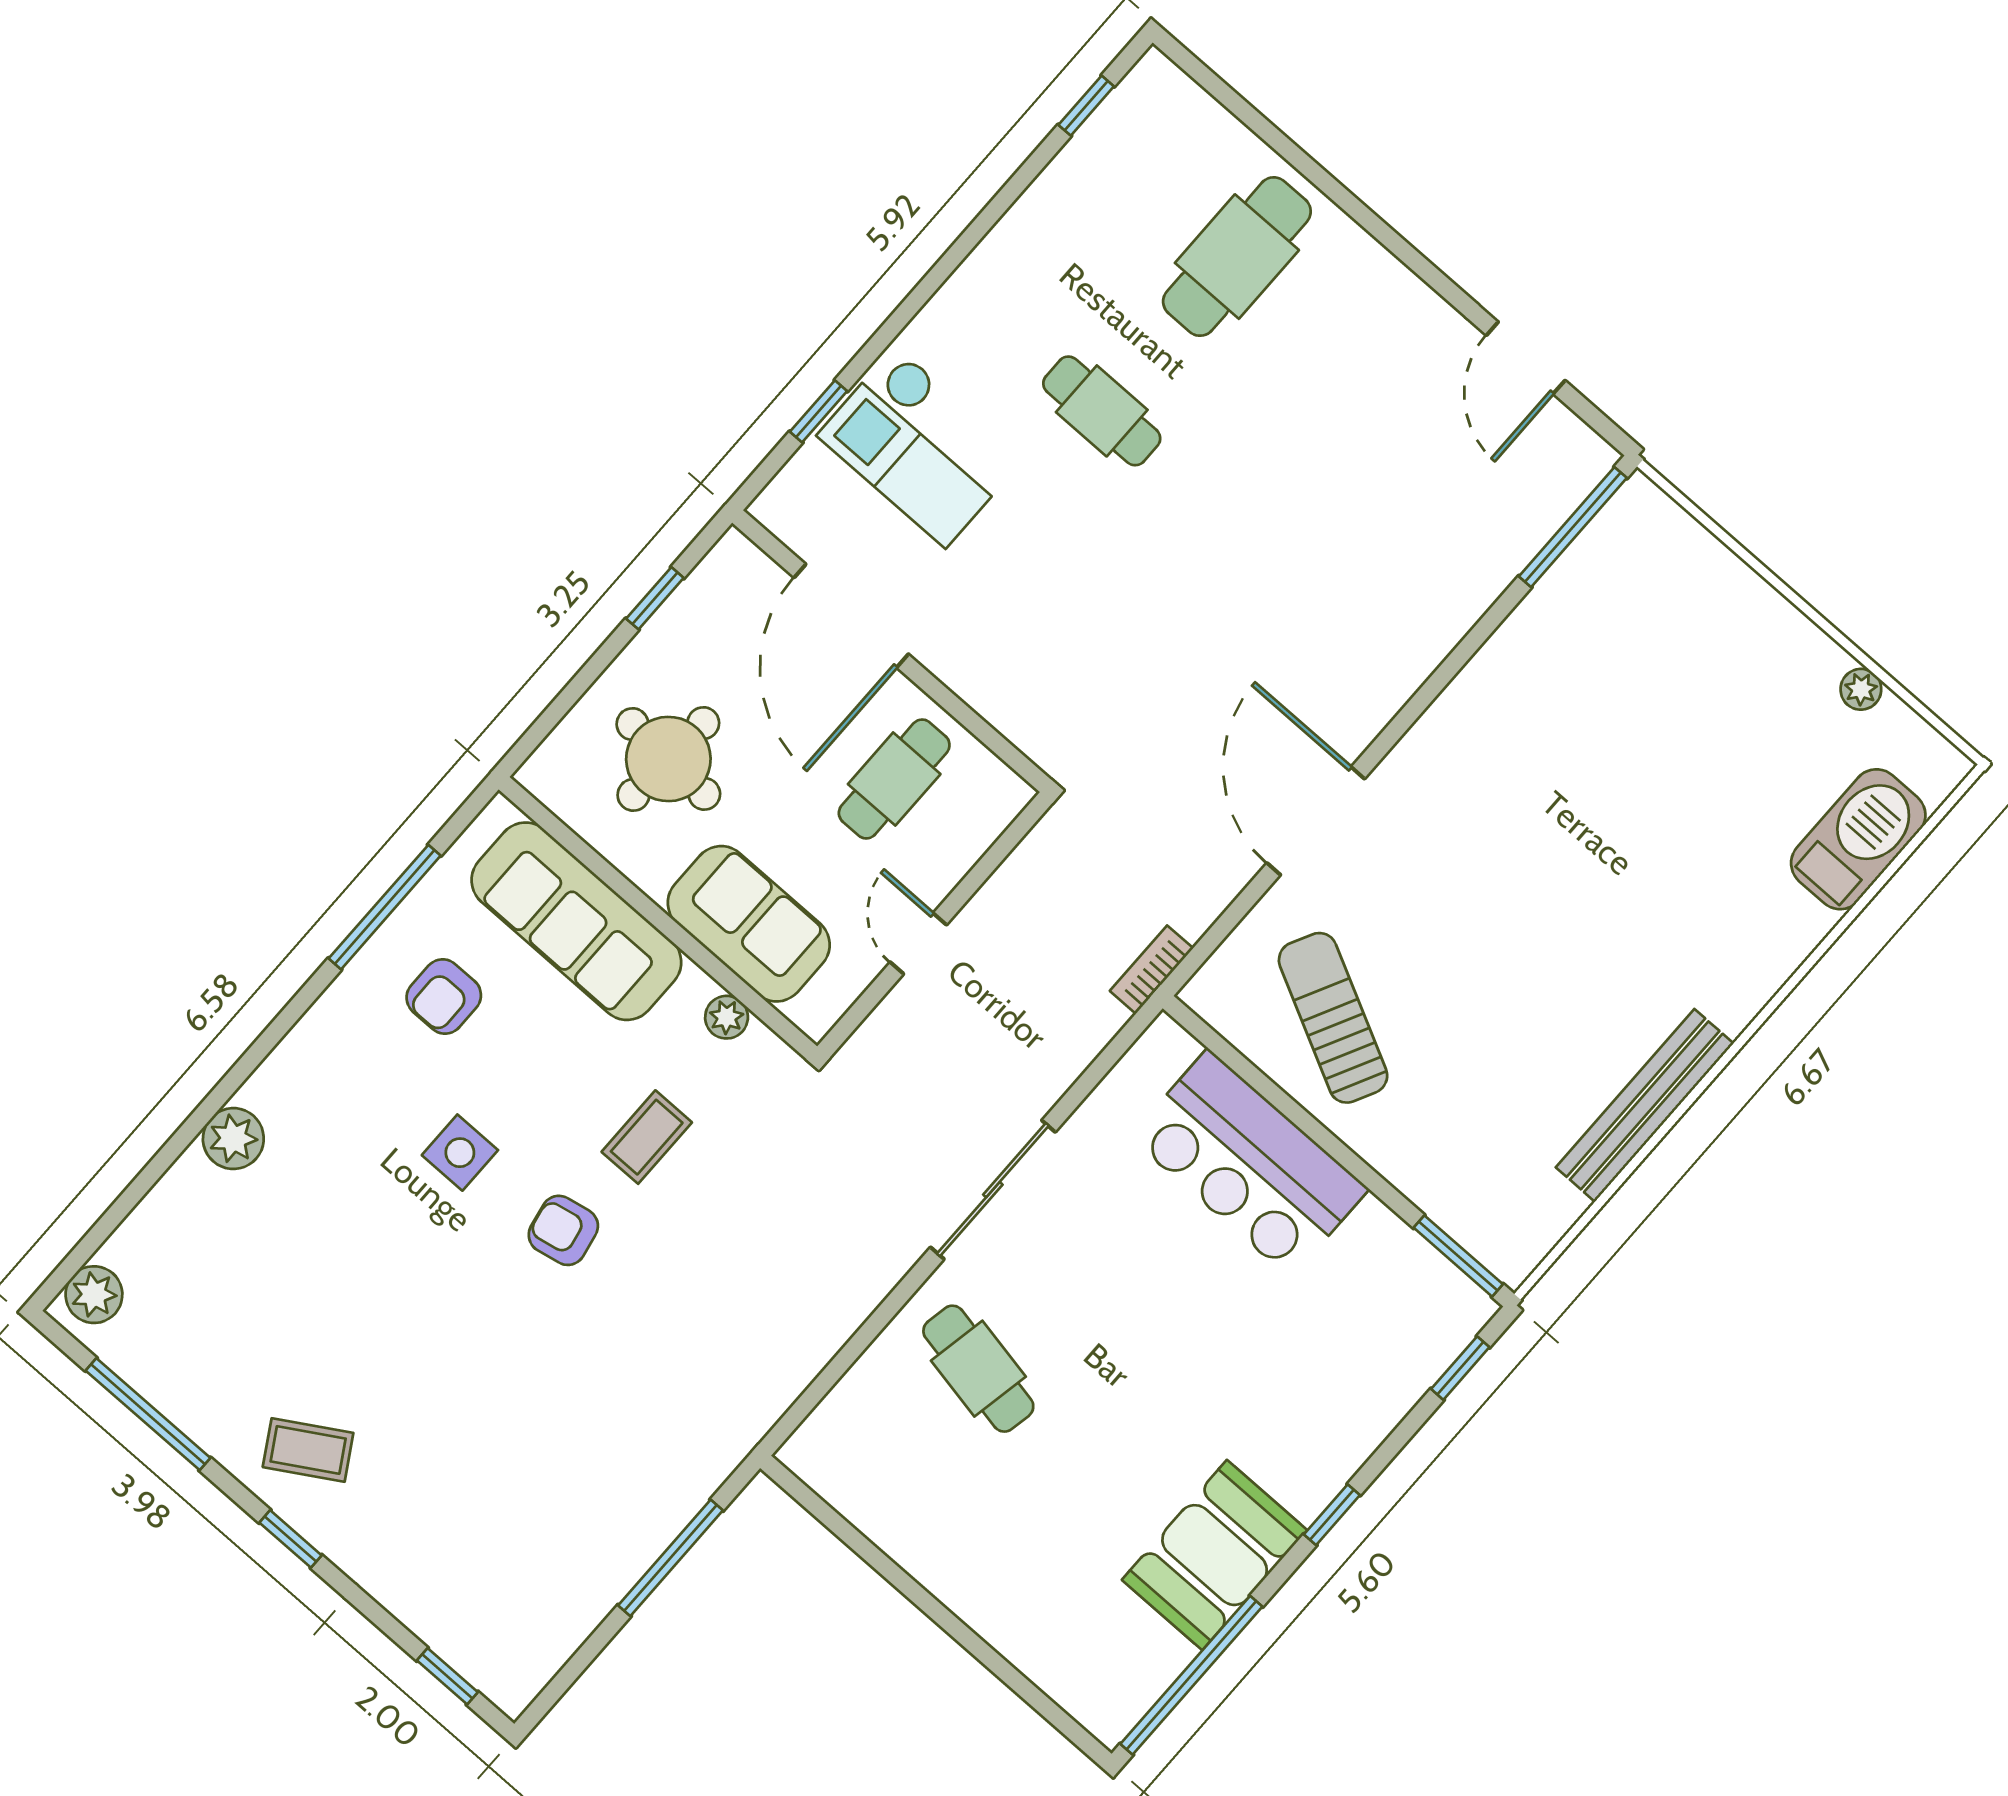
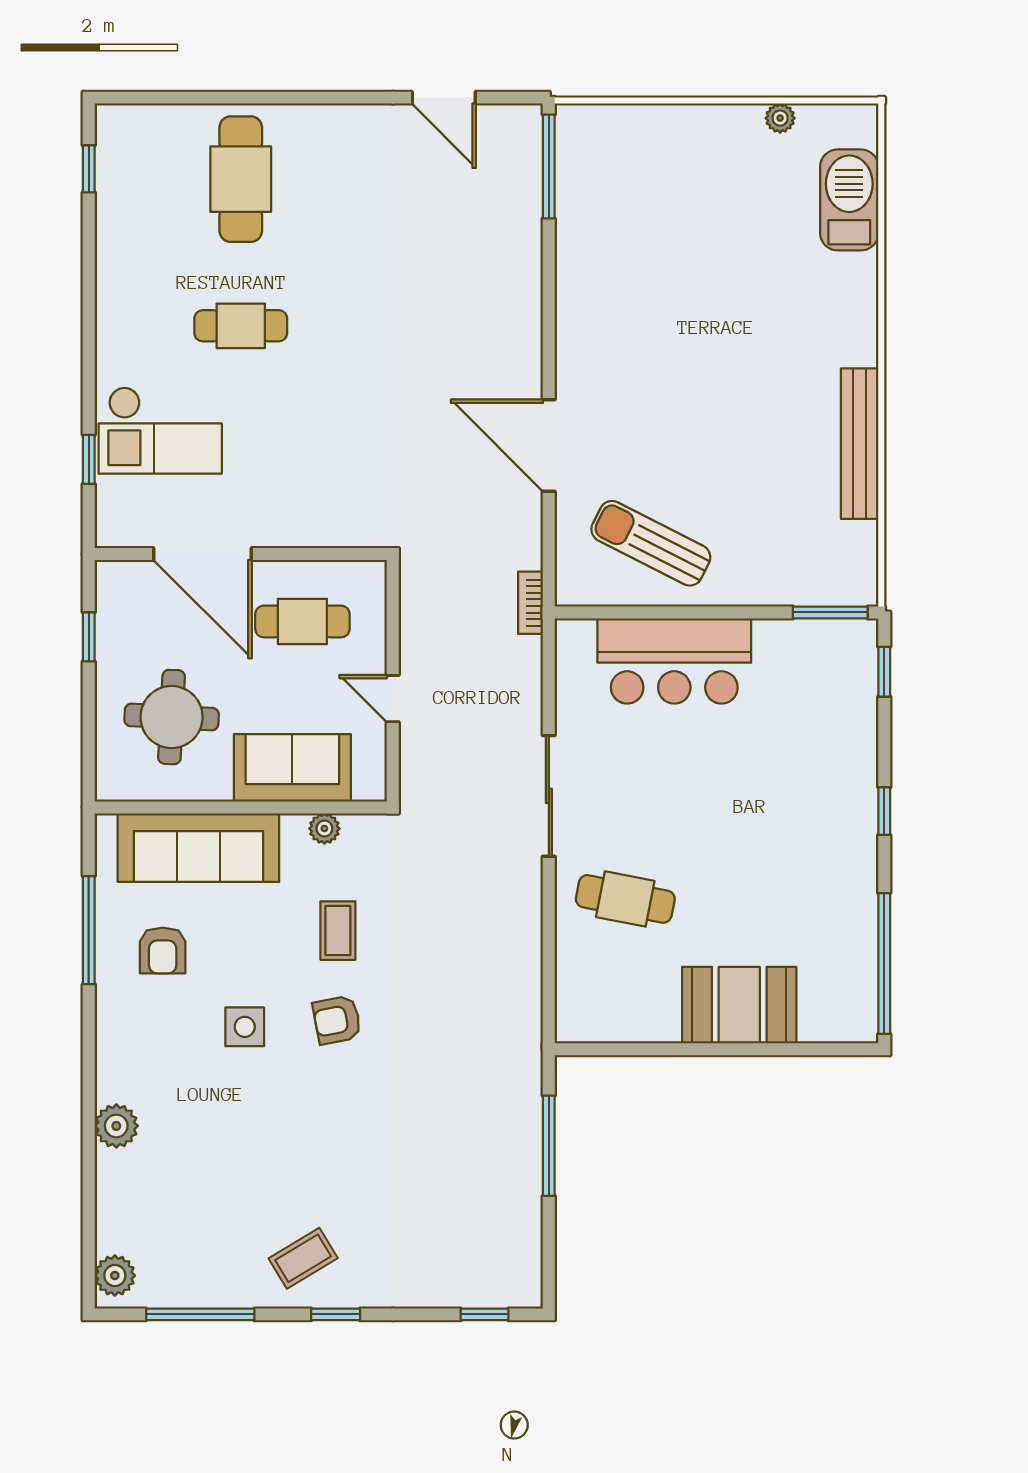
cafe table: (894, 779) -> (302, 621), turned 90
booth: (1215, 1555) -> (739, 1005), moved, turned 90

